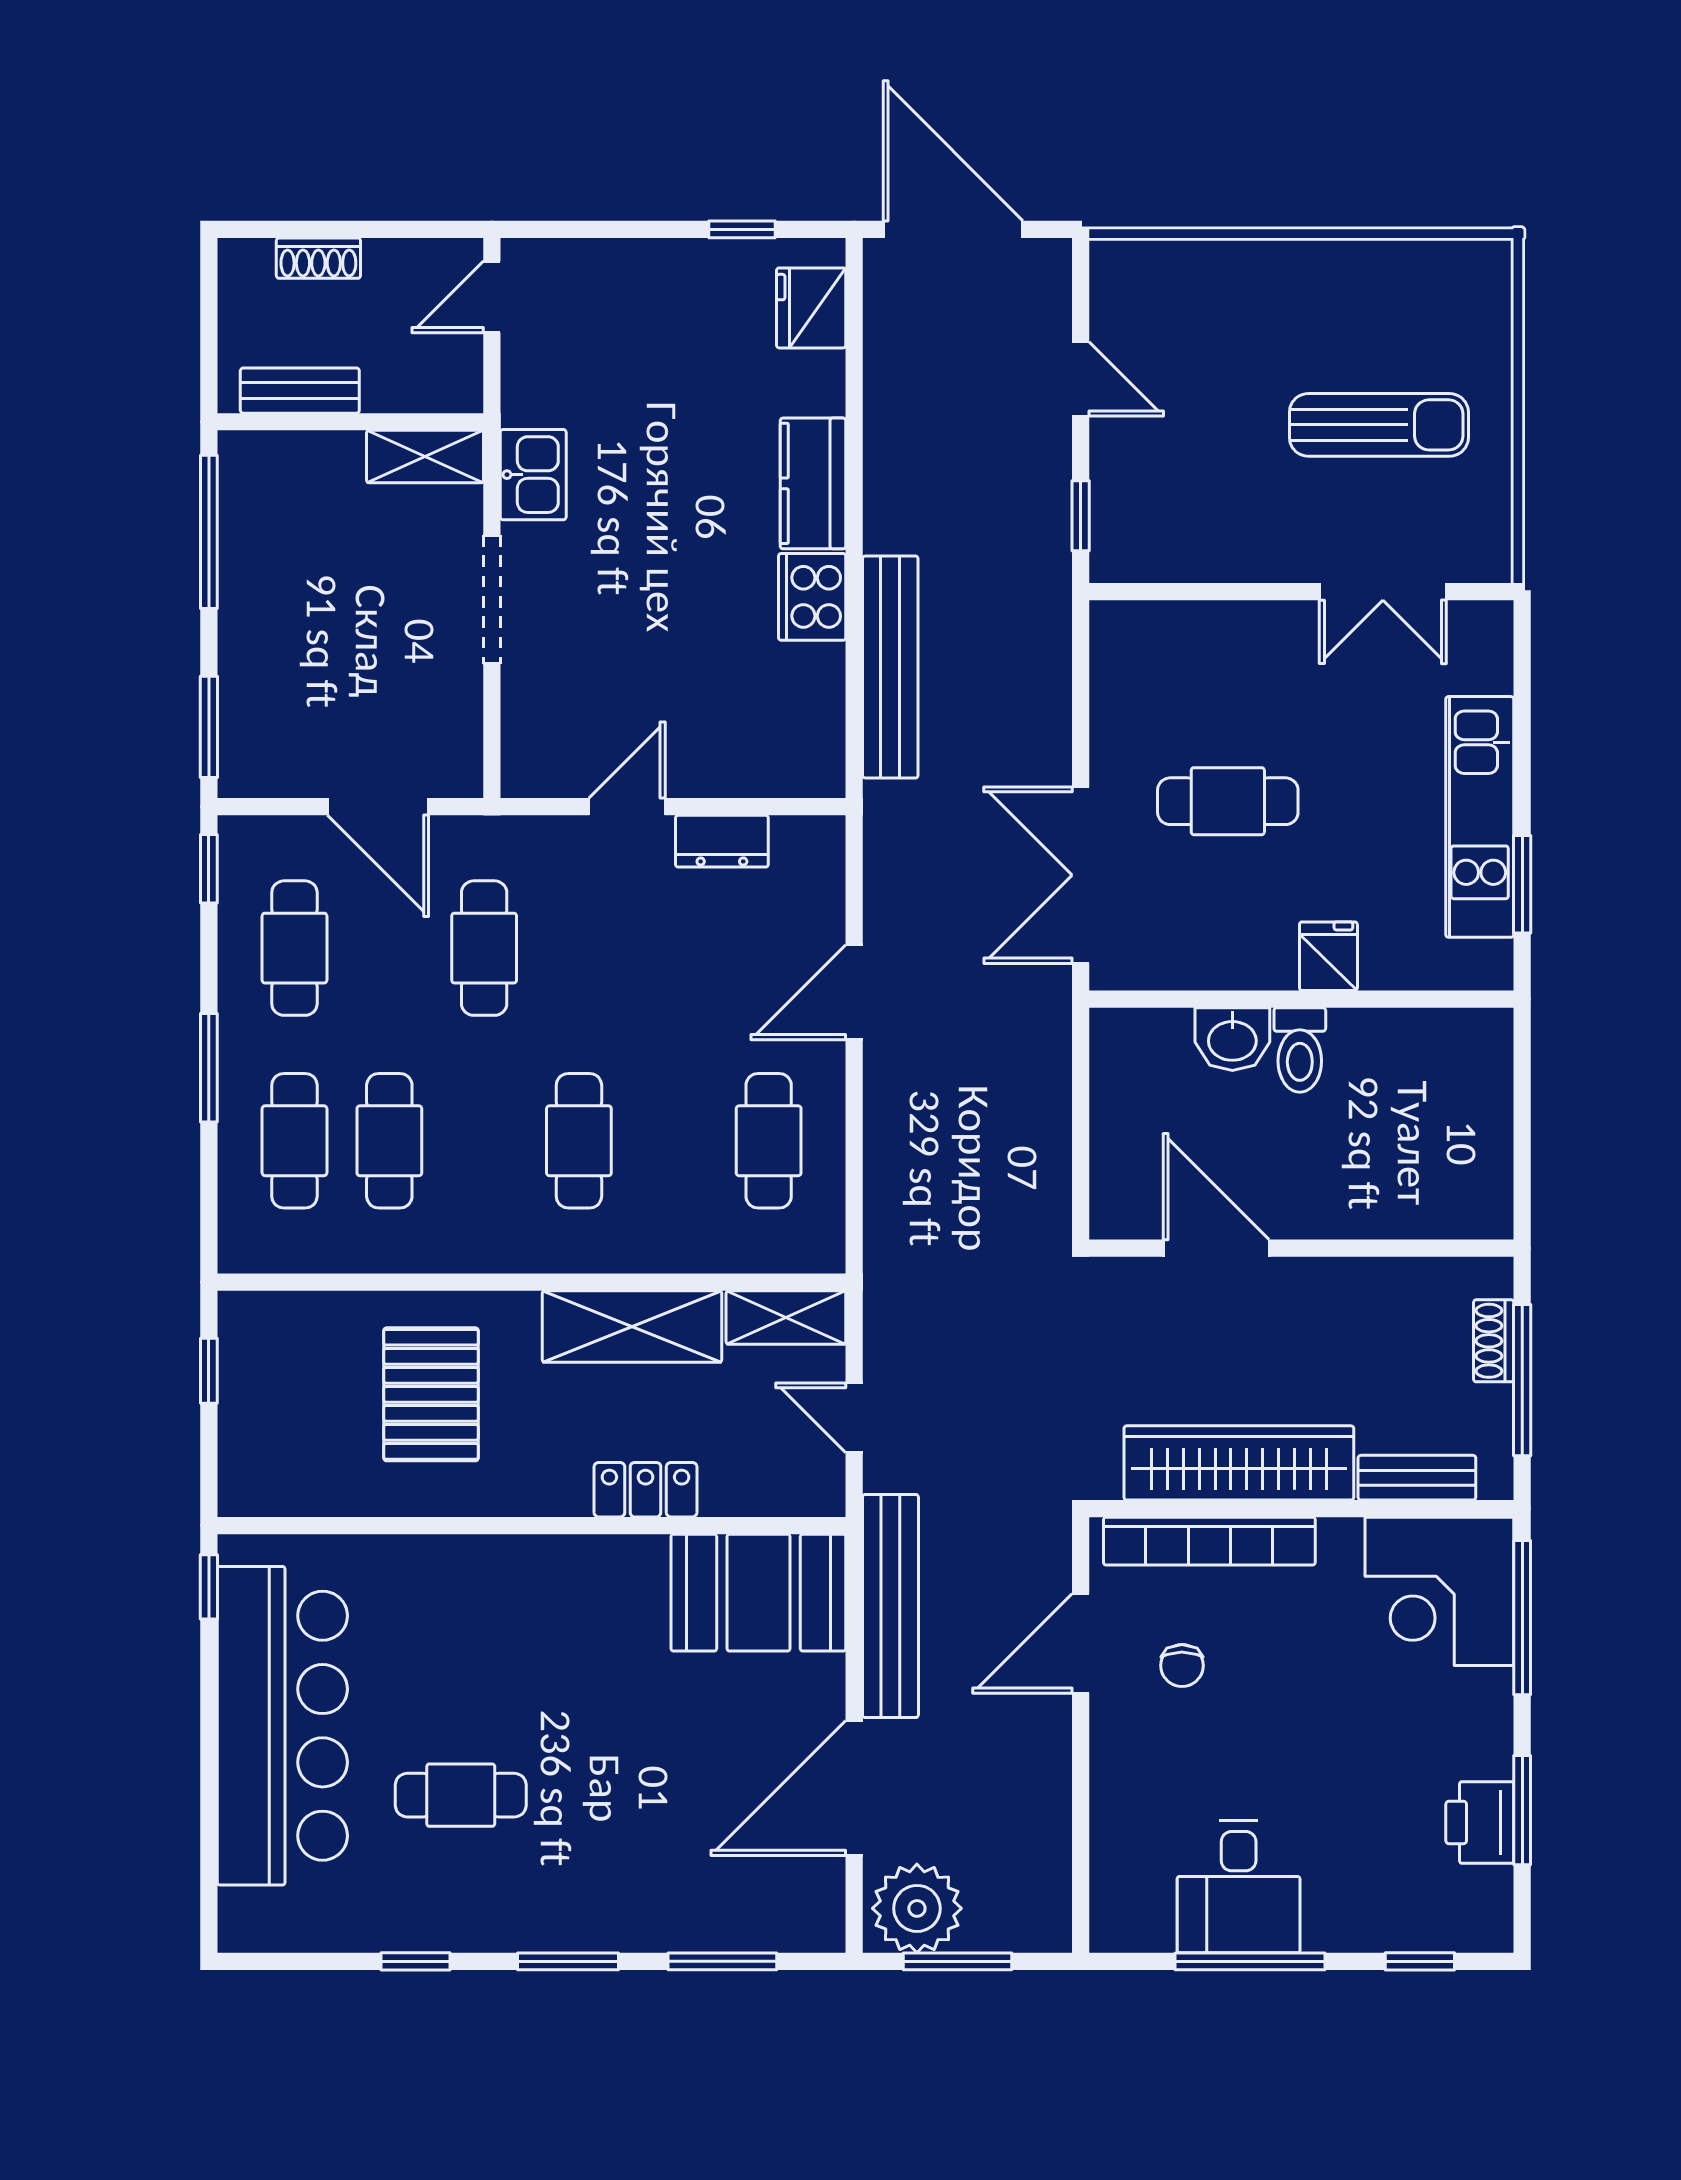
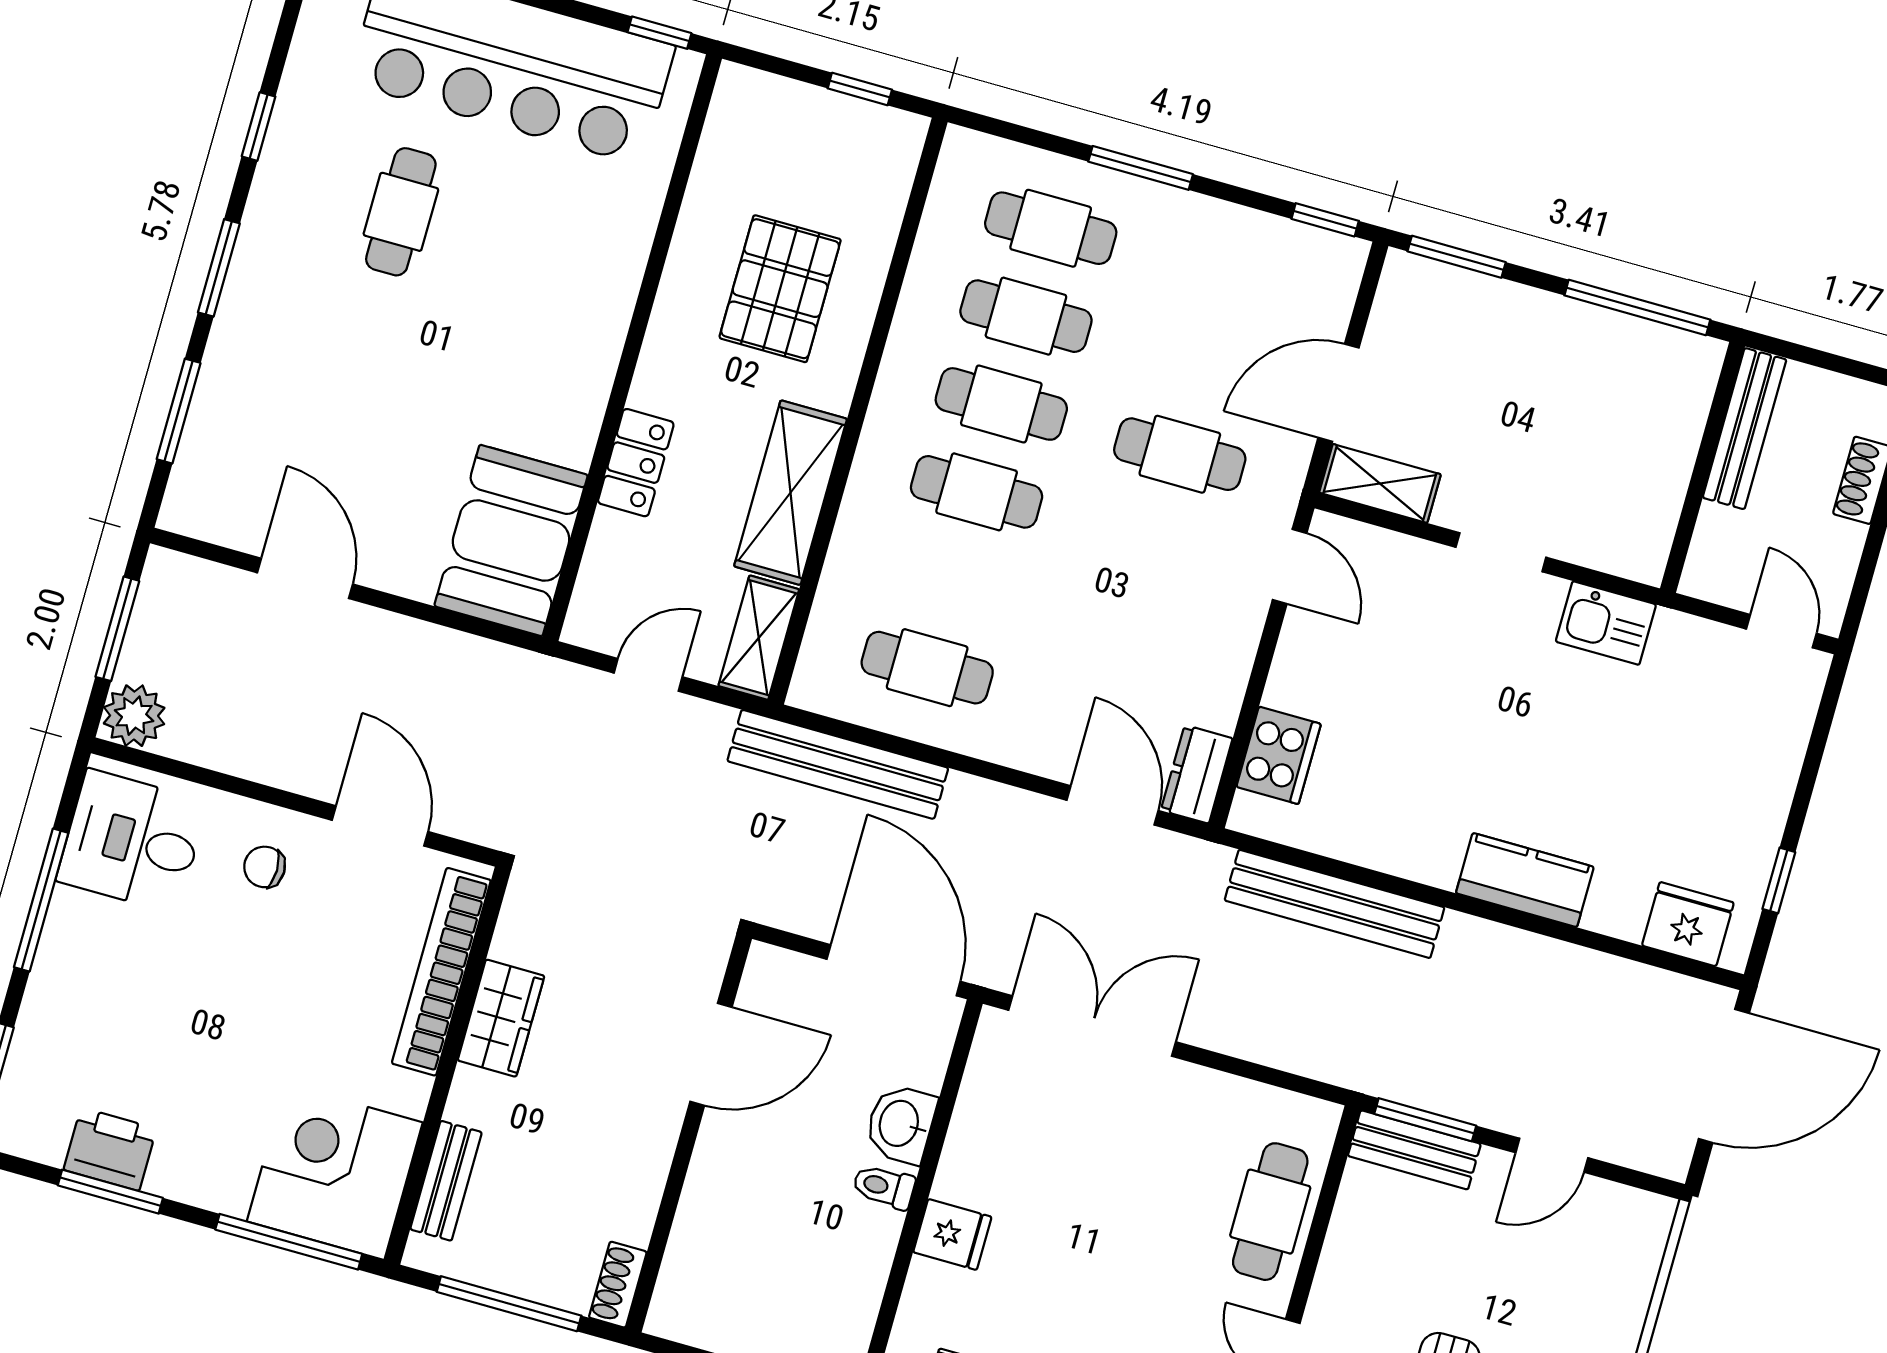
bench: (300, 391) -> (1745, 429), width x1.36
shelving: (425, 457) -> (1380, 483), moved, turned 90
window: (1081, 516) -> (1425, 1120), width x1.50
bench: (1114, 518) -> (1414, 1150), added
cooker: (812, 597) -> (1279, 755), moved, turned 90
doorway: (492, 599) -> (1501, 552), width x0.73
cafe table: (1228, 801) -> (1270, 1212), moved
door: (627, 807) -> (1290, 566), moved
dresser: (722, 841) -> (1197, 774), moved
cafe table: (294, 948) -> (1001, 404), moved
door: (854, 992) -> (1113, 805), moved
toilet: (1300, 1050) -> (884, 1187), width x0.73, depth x0.72
door: (1081, 1089) -> (894, 970), added
shoe rack: (1494, 1341) -> (618, 1285), moved, turned -90
pallet: (431, 1394) -> (780, 289), turned 90
wardrobe: (1239, 1463) -> (501, 1018), width x0.48, depth x0.85
bench: (890, 1606) -> (838, 764), moved
chair: (1182, 1666) -> (265, 867), moved
door: (854, 1788) -> (305, 578), width x0.73
desk: (1239, 1887) -> (132, 841), moved
plant: (917, 1908) -> (134, 716), moved, width x0.73, depth x0.73

